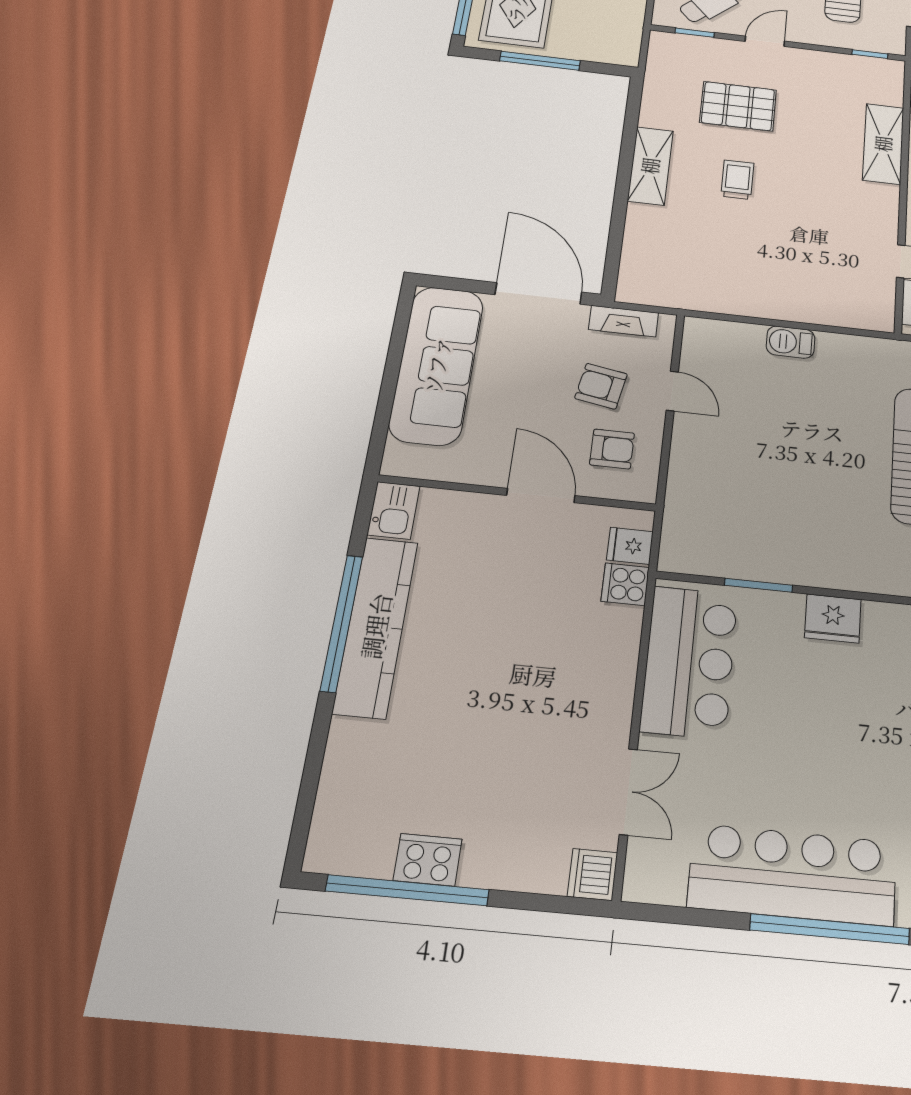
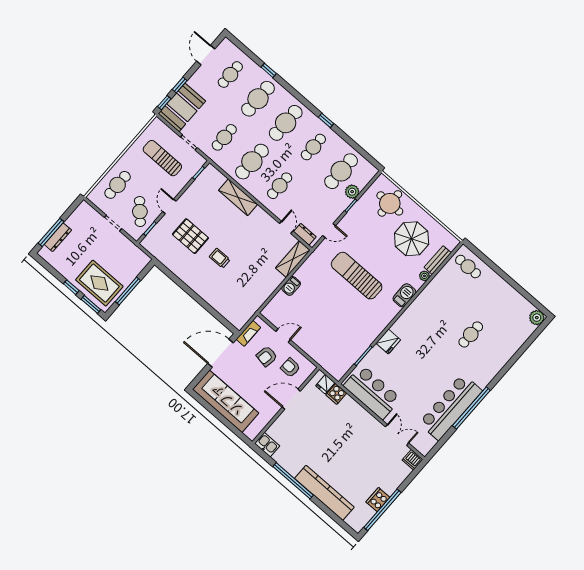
pallet: (738, 106) -> (190, 236), turned 90
shelving: (650, 166) -> (293, 259), moved, turned 90
armchair: (612, 449) -> (290, 368), turned -89
kitchen counter: (376, 626) -> (324, 493), moved

